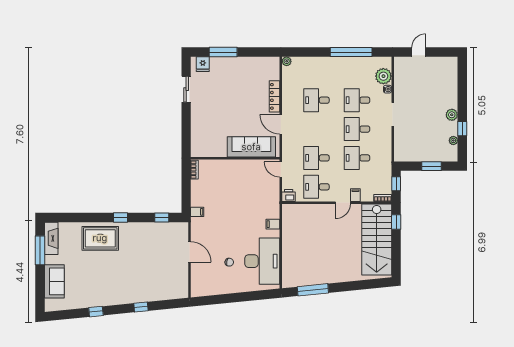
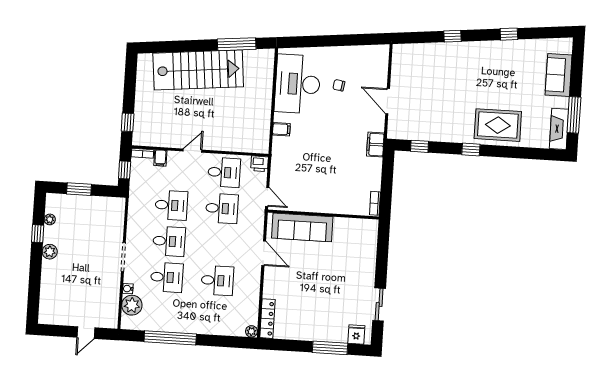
locker: (274, 96) -> (267, 319), moved
filing cabinet: (355, 195) -> (160, 158), moved
filing cabinet: (197, 212) -> (375, 144), width x2.00
stairs: (377, 239) -> (198, 70), moved, turned 84

